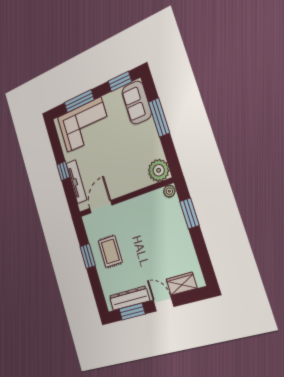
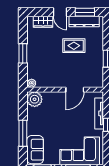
door: (101, 207) -> (75, 90), moved
window: (189, 213) -> (23, 53), moved
rug: (110, 251) -> (74, 46), moved, turned 90

